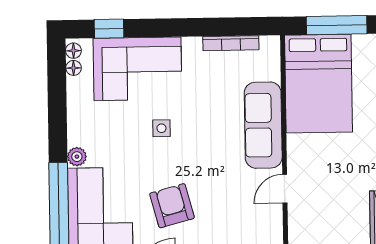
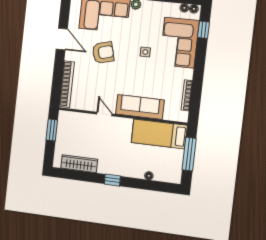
bed: (319, 84) -> (159, 134), width x0.67

